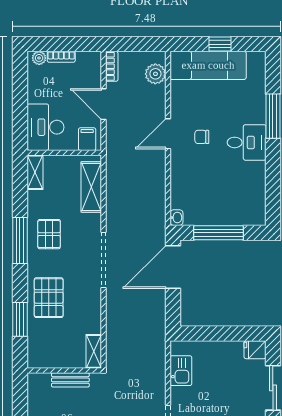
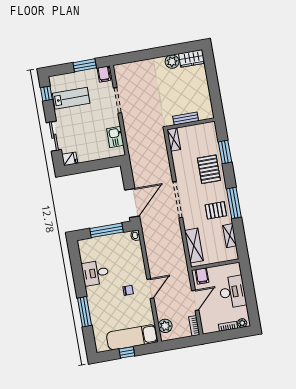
door: (104, 104) -> (195, 300), hinge flipped
desk: (45, 127) -> (232, 292), moved
desk: (247, 142) -> (95, 273), moved
shelving: (35, 172) -> (230, 236), moved
pallet: (49, 234) -> (216, 210), turned 90

